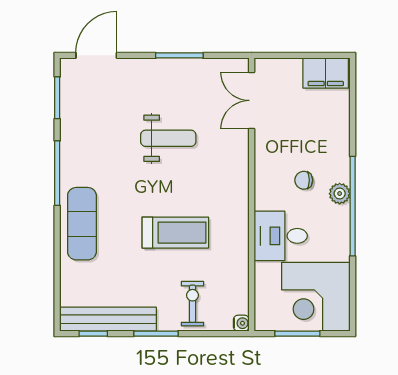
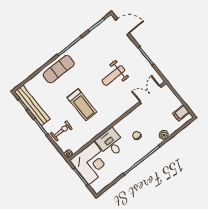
filing cabinet: (326, 73) -> (181, 113), width x0.50
weight bench: (168, 138) -> (113, 76), turned 90
plant: (340, 194) -> (164, 135), moved
corner desk: (316, 297) -> (91, 163), moved, turned 180

